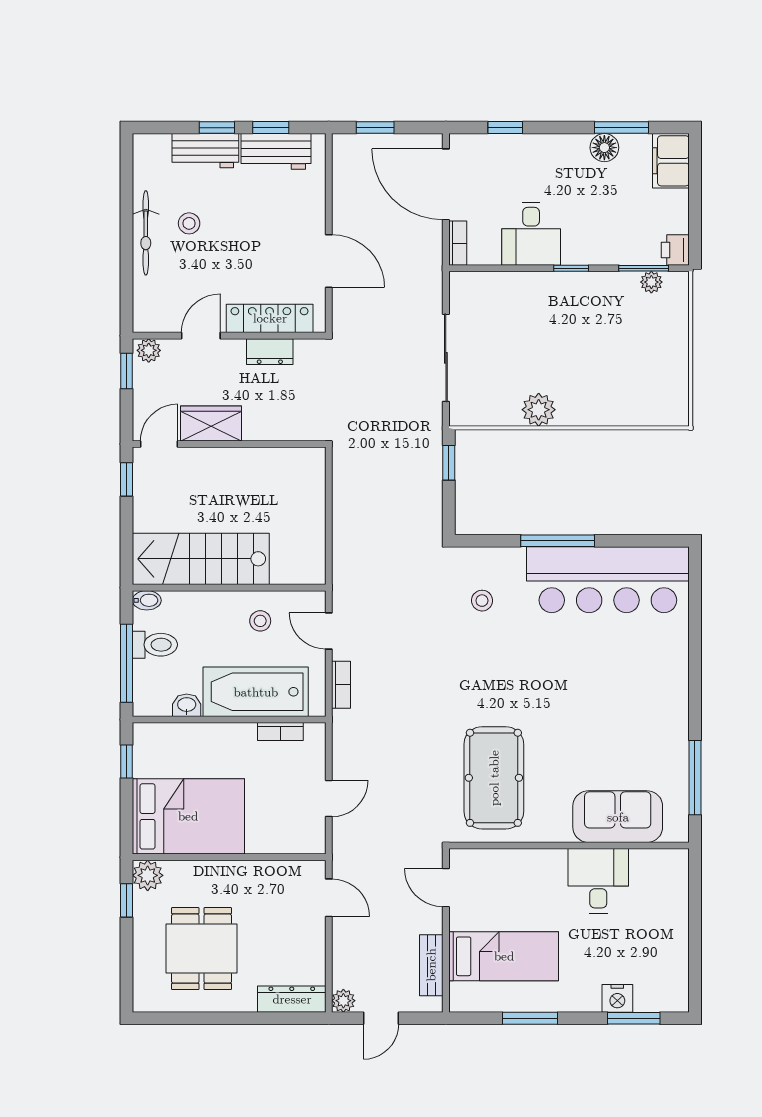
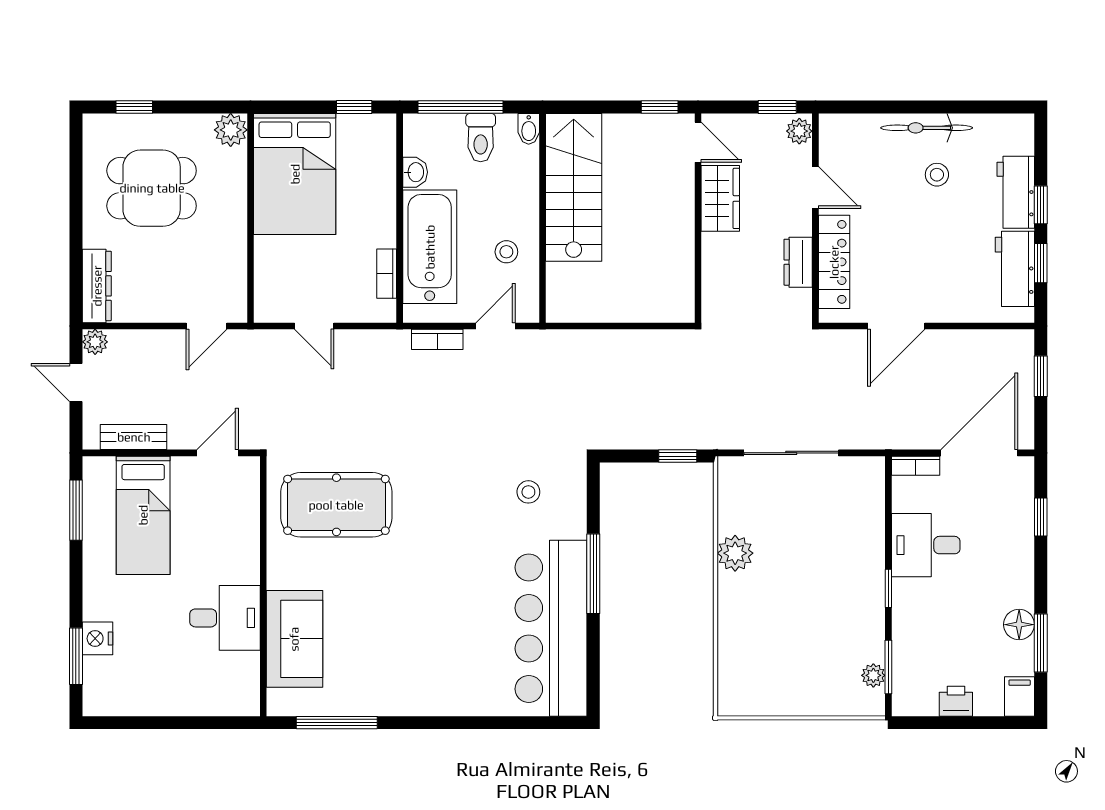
filing cabinet: (671, 161) -> (1020, 696), width x0.50
printer: (675, 250) -> (956, 701), moved
window: (127, 900) -> (134, 107), moved
window: (530, 1018) -> (76, 510), moved

